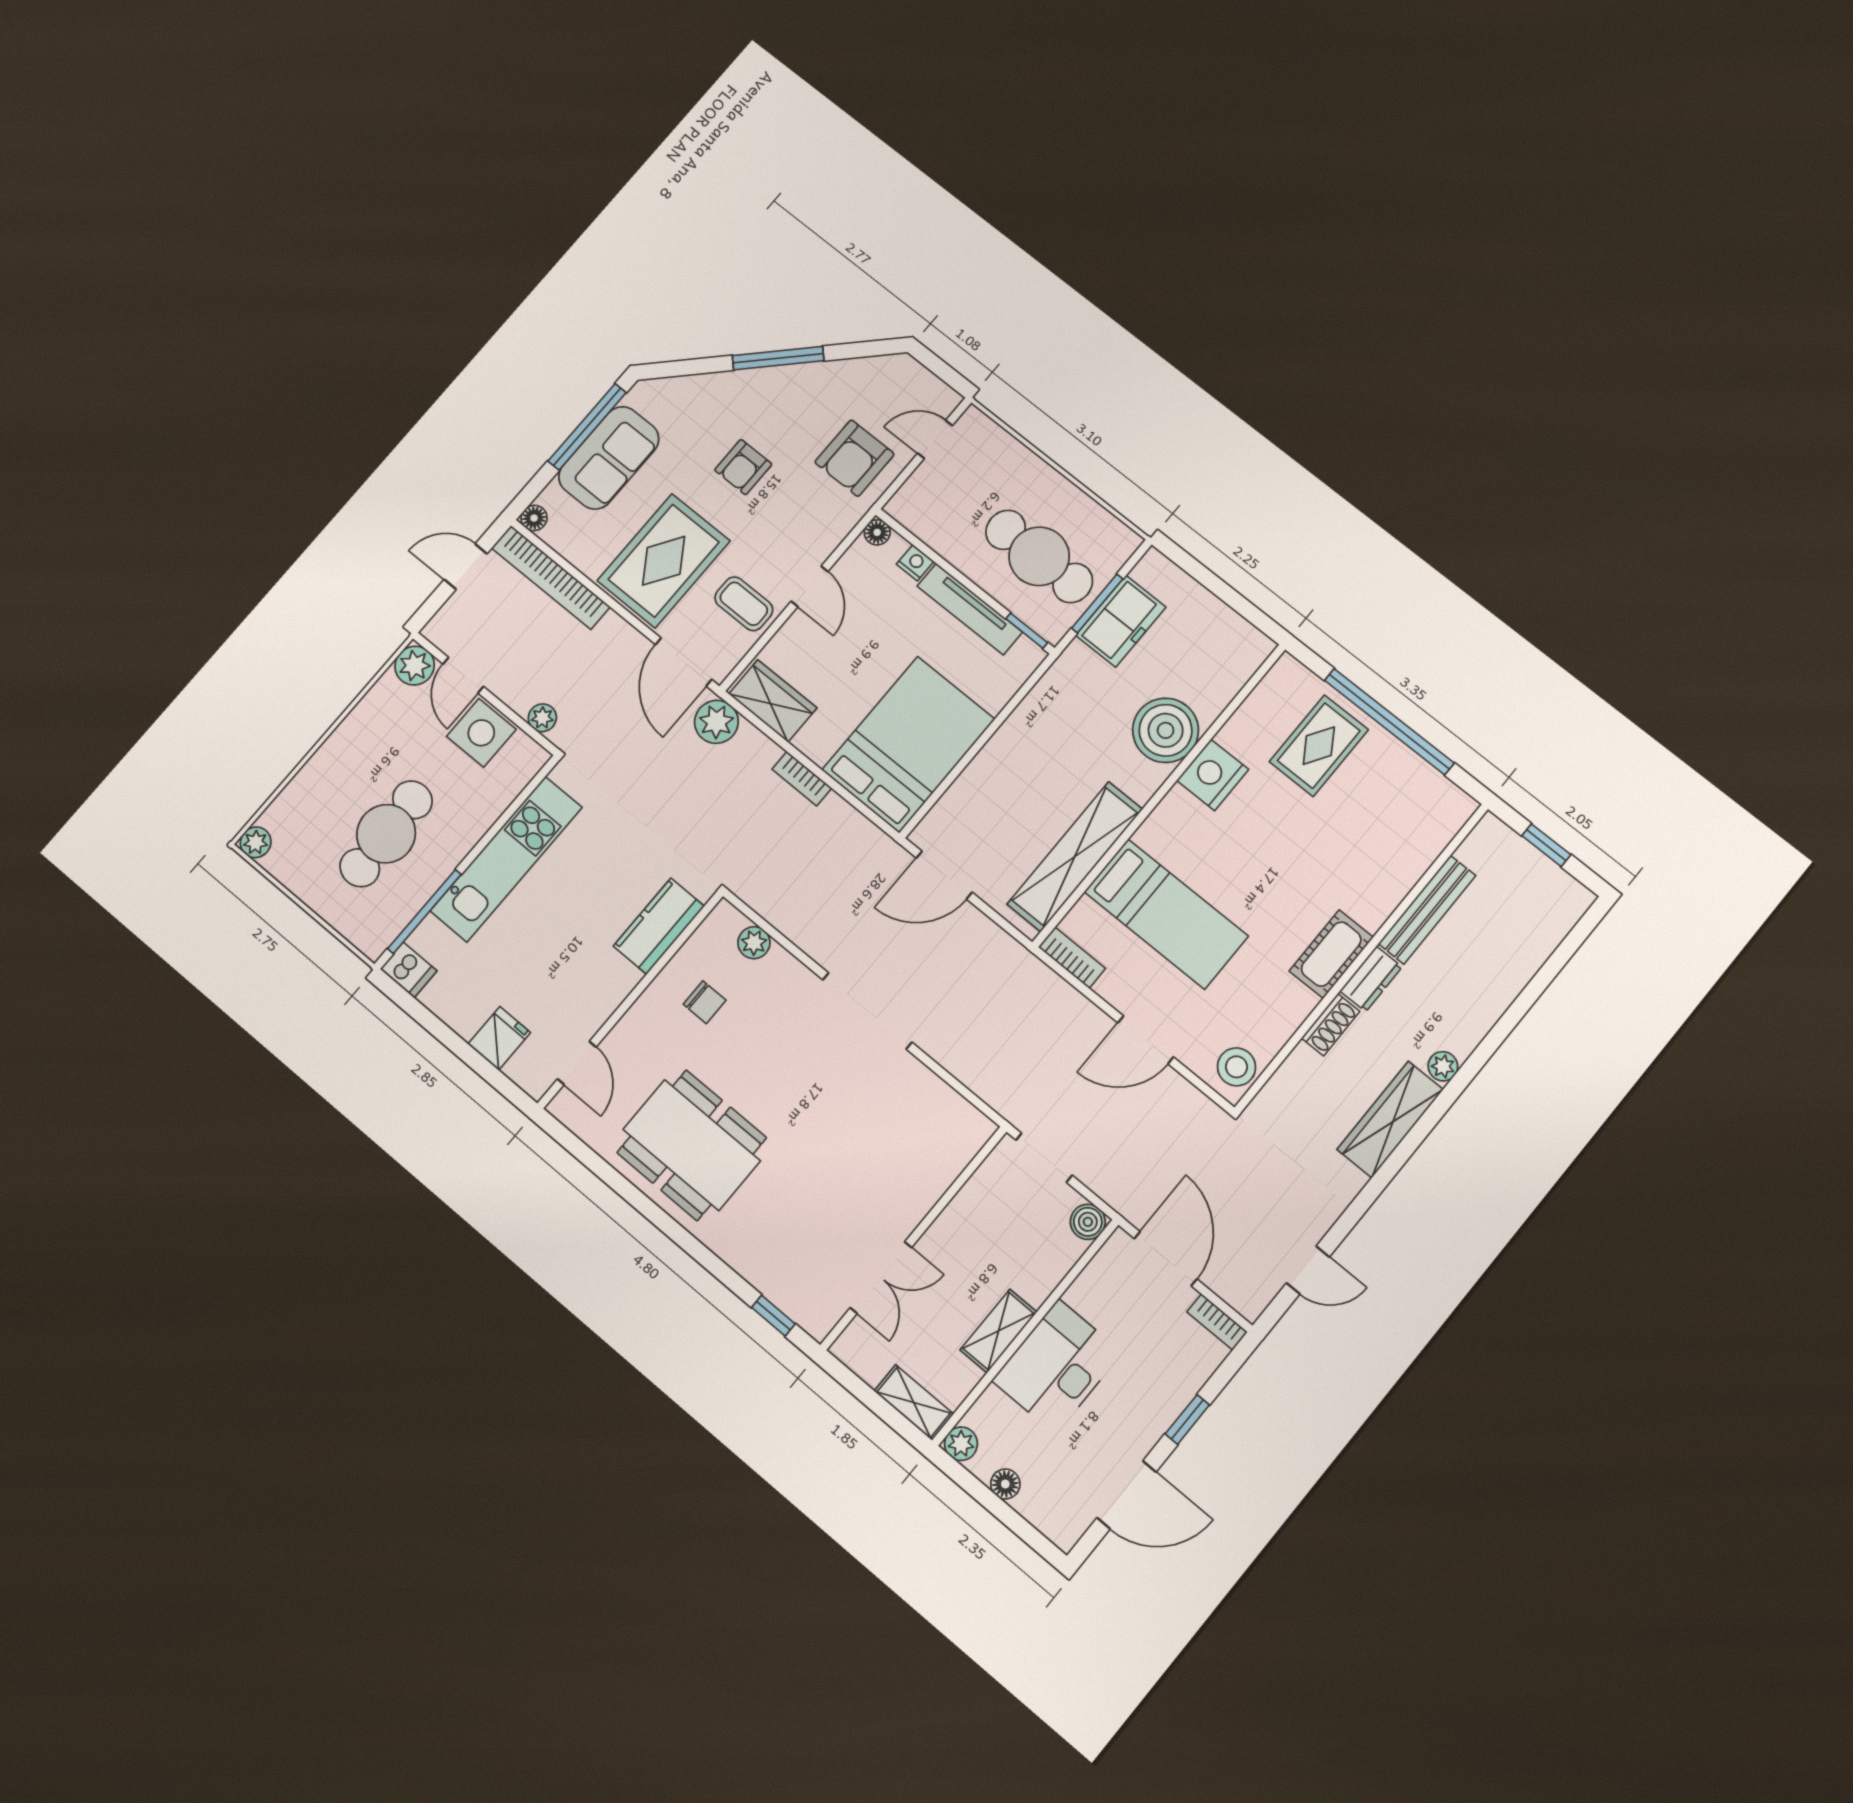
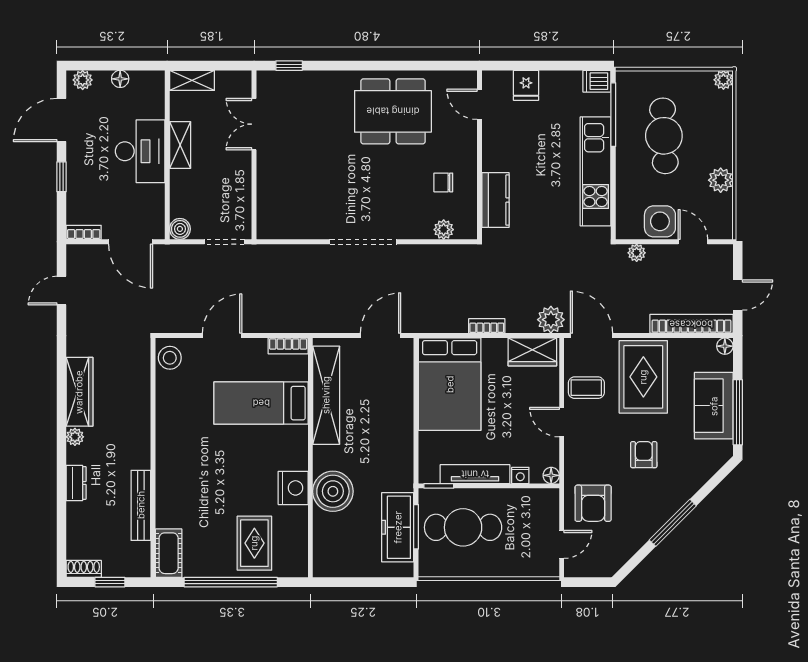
armchair: (855, 458) -> (593, 503), turned 180
freezer: (1121, 621) -> (398, 527), width x1.40
plant: (415, 666) -> (721, 180), moved
cot: (1331, 954) -> (169, 553), moved
dresser: (1371, 979) -> (76, 483), moved, turned 180
shoe rack: (1331, 1025) -> (84, 569), moved, turned 90
plant: (961, 1444) -> (83, 80), moved

